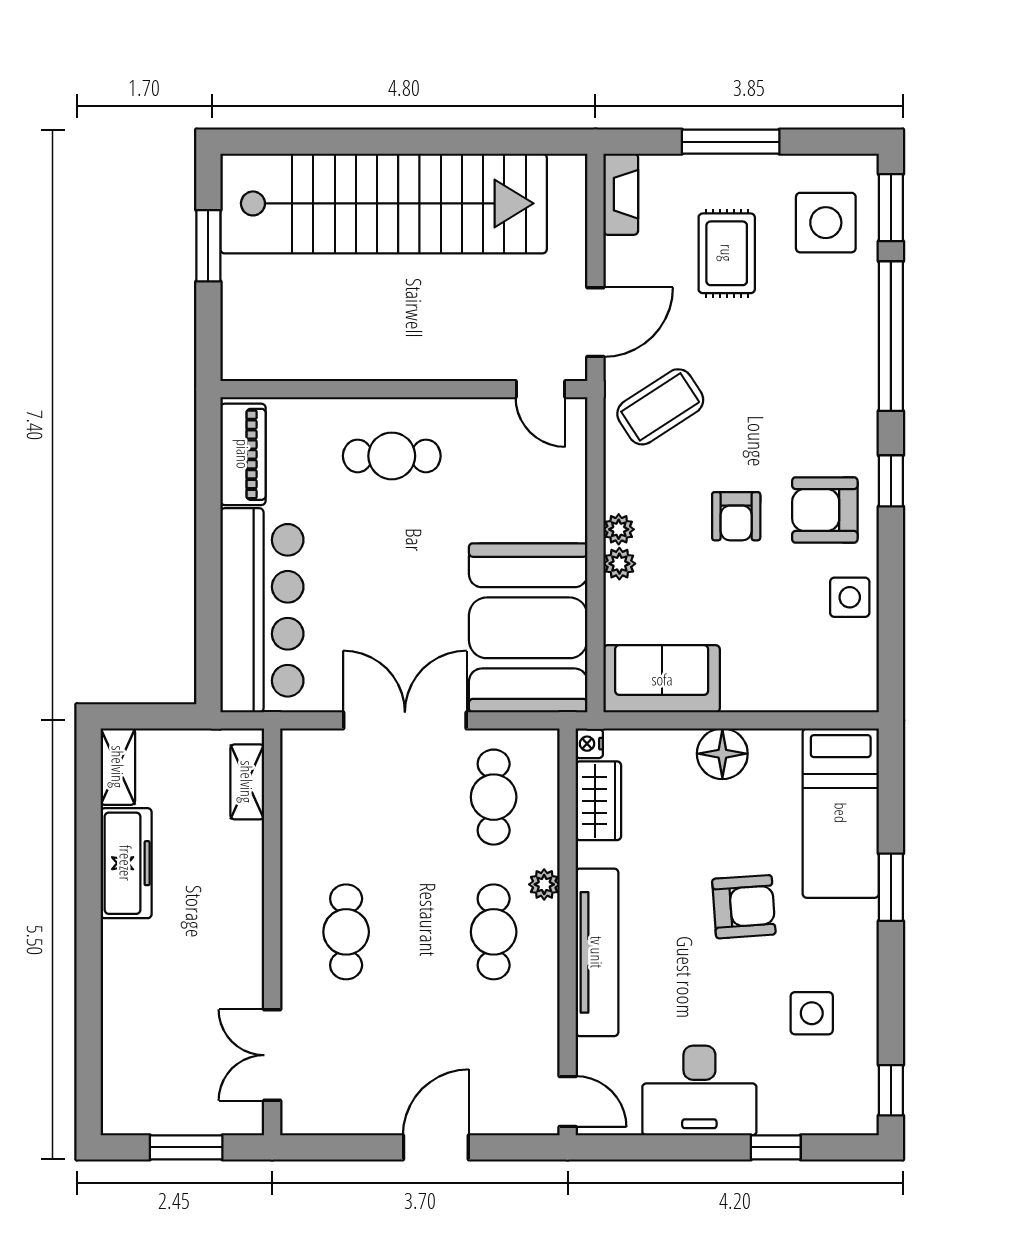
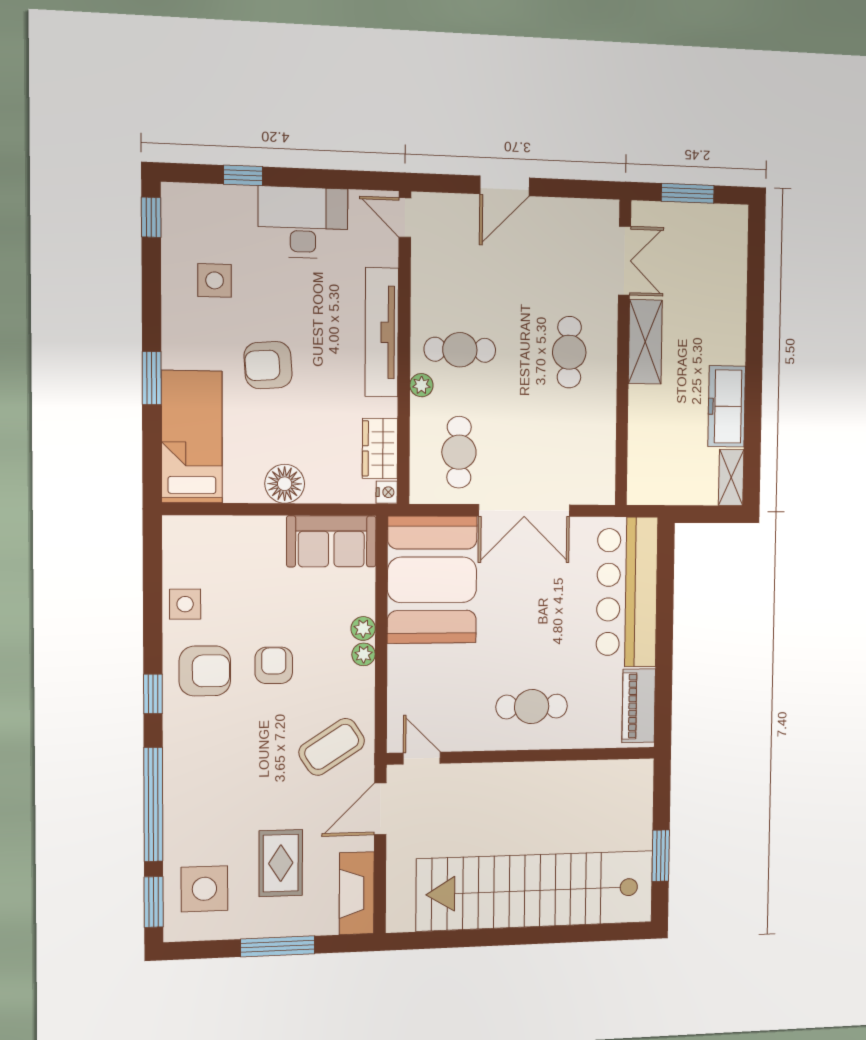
fireplace: (621, 194) -> (357, 893), width x1.37, depth x1.32
shelving: (247, 782) -> (645, 342), moved, width x1.50, depth x1.33
cafe table: (494, 932) -> (460, 350), turned 90

